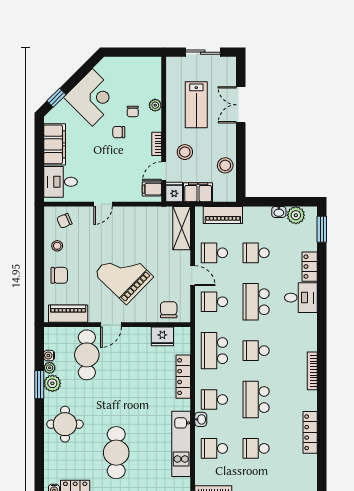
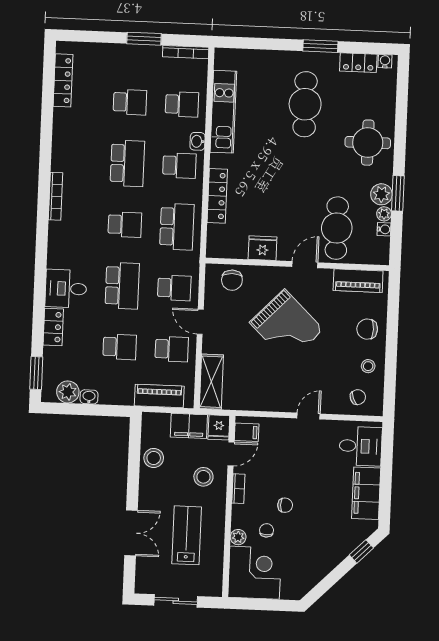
corner desk: (92, 97) -> (255, 573), moved, turned 135
fridge: (162, 336) -> (263, 248), moved
locker: (310, 432) -> (63, 80), moved

